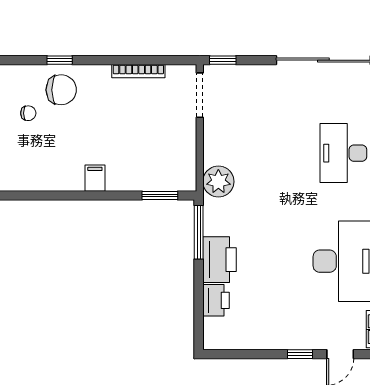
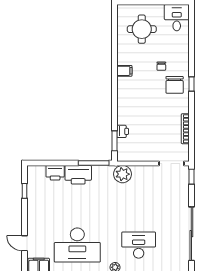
filing cabinet: (95, 178) -> (124, 71), moved
printer: (143, 181) -> (123, 131), added
window: (300, 354) -> (25, 191), moved

